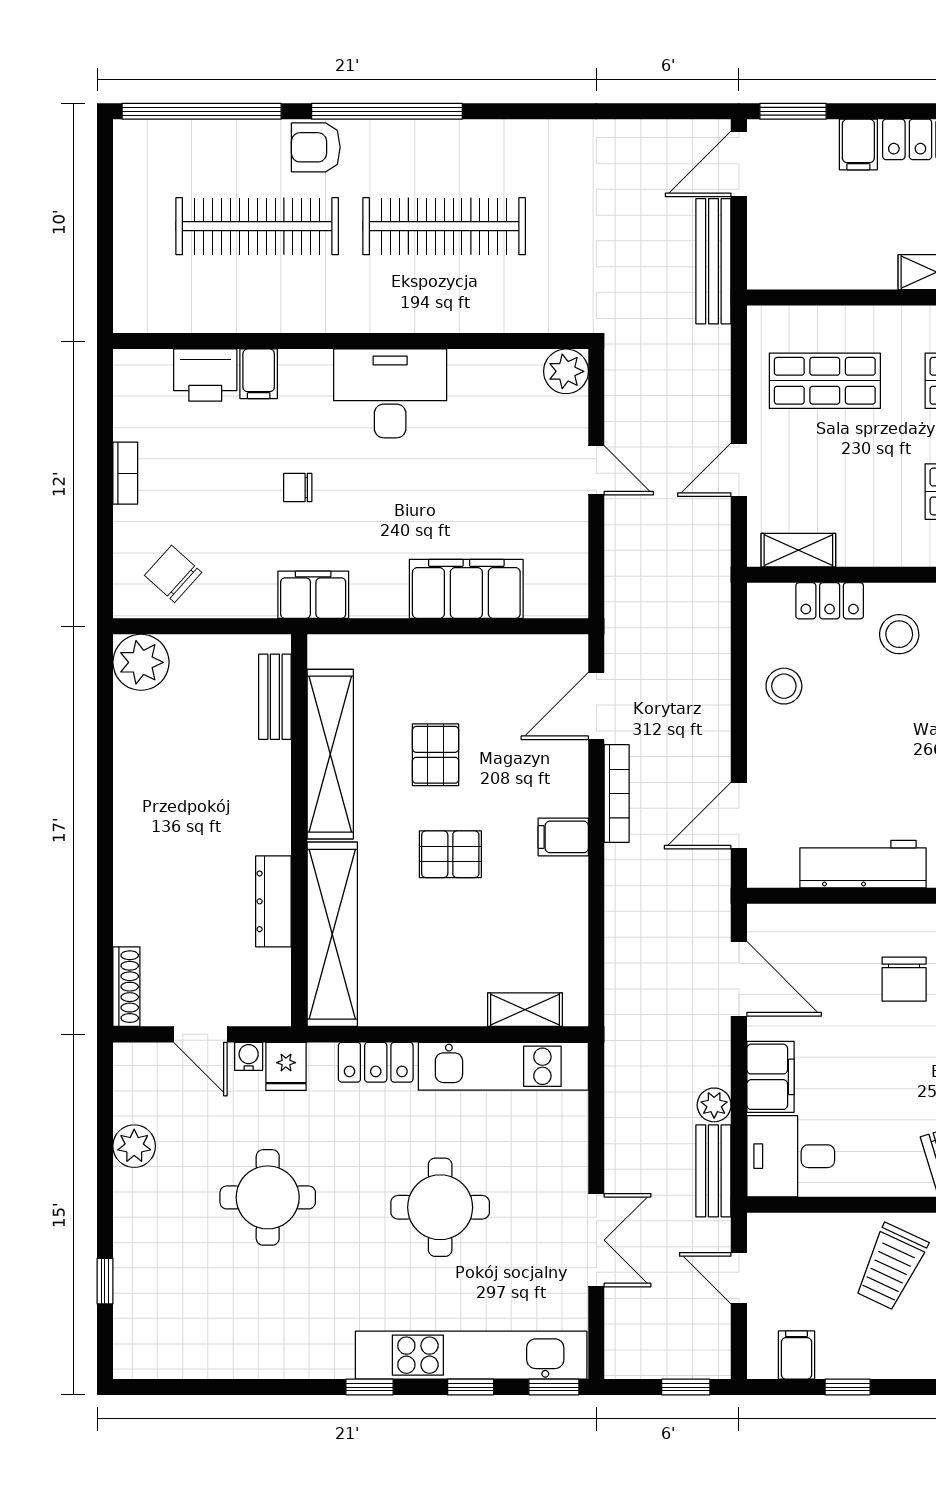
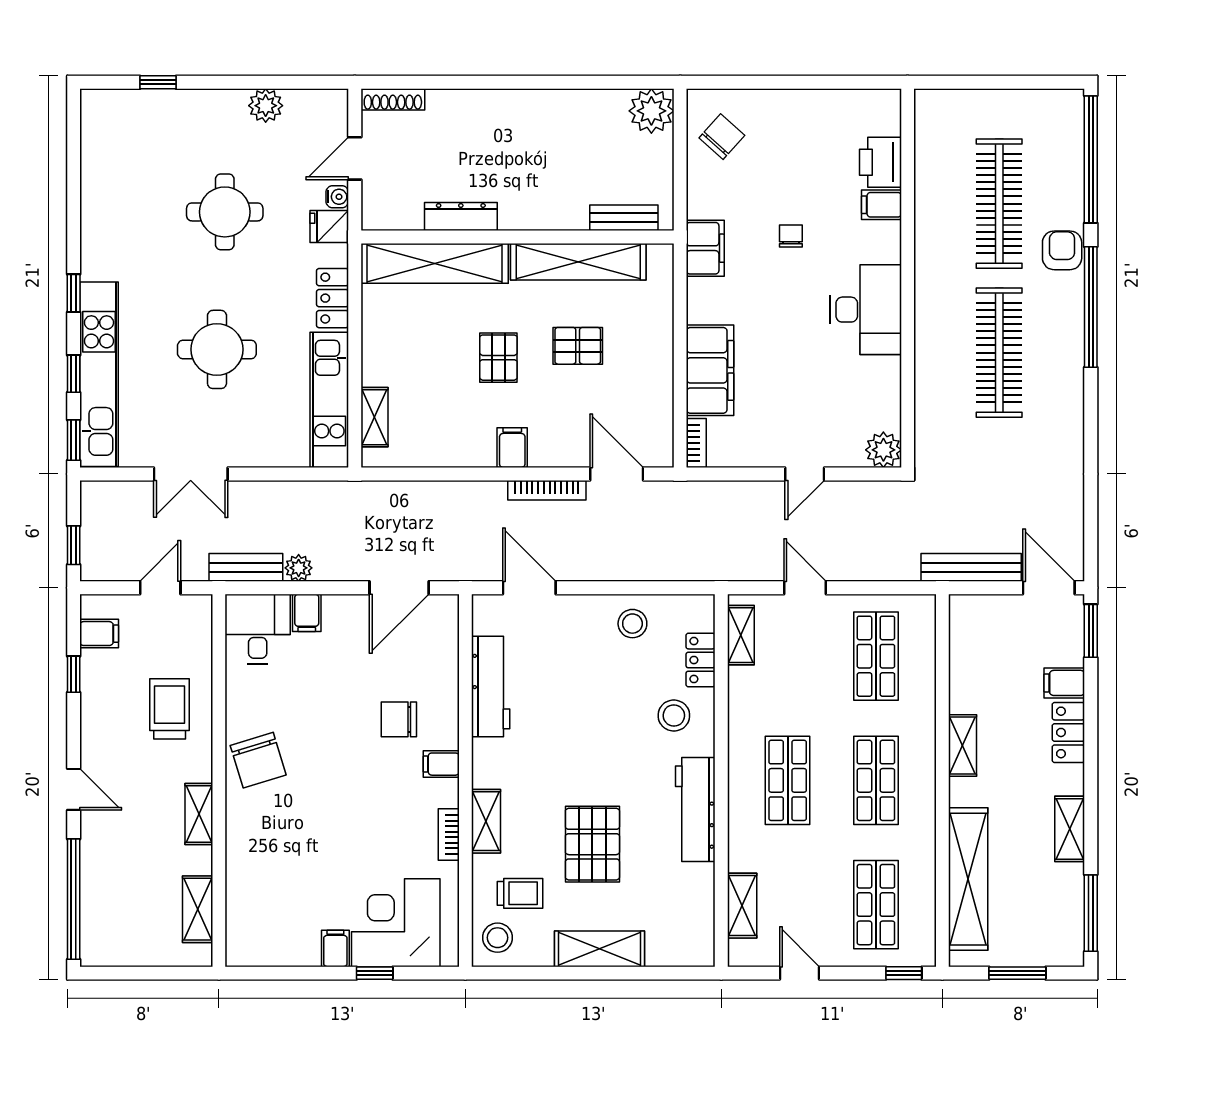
bookcase: (125, 473) -> (696, 443), moved, turned -90
filing cabinet: (770, 1077) -> (307, 613), width x0.50
trolley: (891, 1267) -> (170, 709), turned 65

